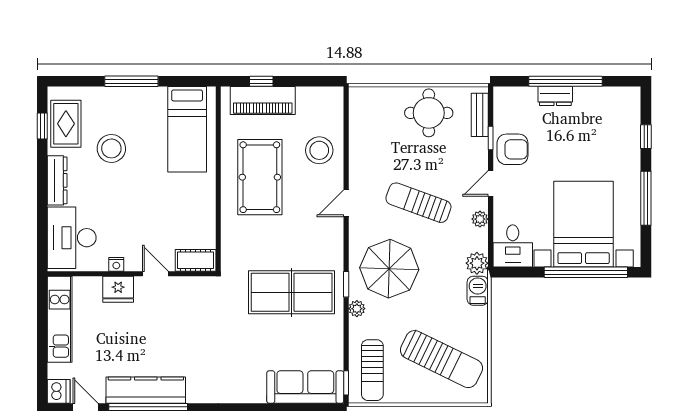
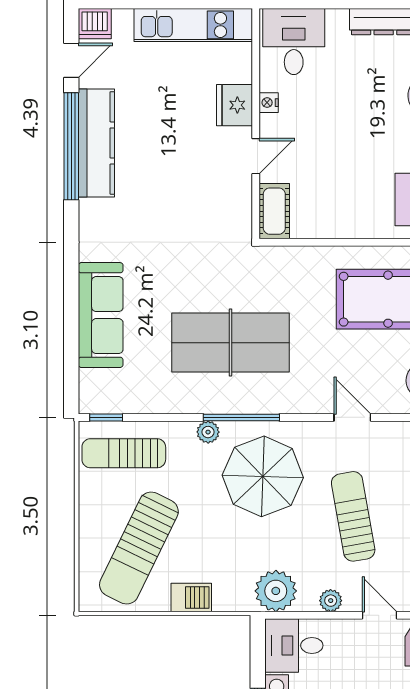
sun lounger: (418, 203) -> (353, 516), turned -30
desk: (72, 238) -> (294, 42), width x0.73
plant: (477, 263) -> (276, 591), width x1.36, depth x1.36
window: (346, 284) -> (241, 417), width x2.17
barbecue: (478, 291) -> (191, 598), moved
table tennis table: (292, 292) -> (230, 343), turned 90
sofa: (305, 387) -> (101, 315), moved

